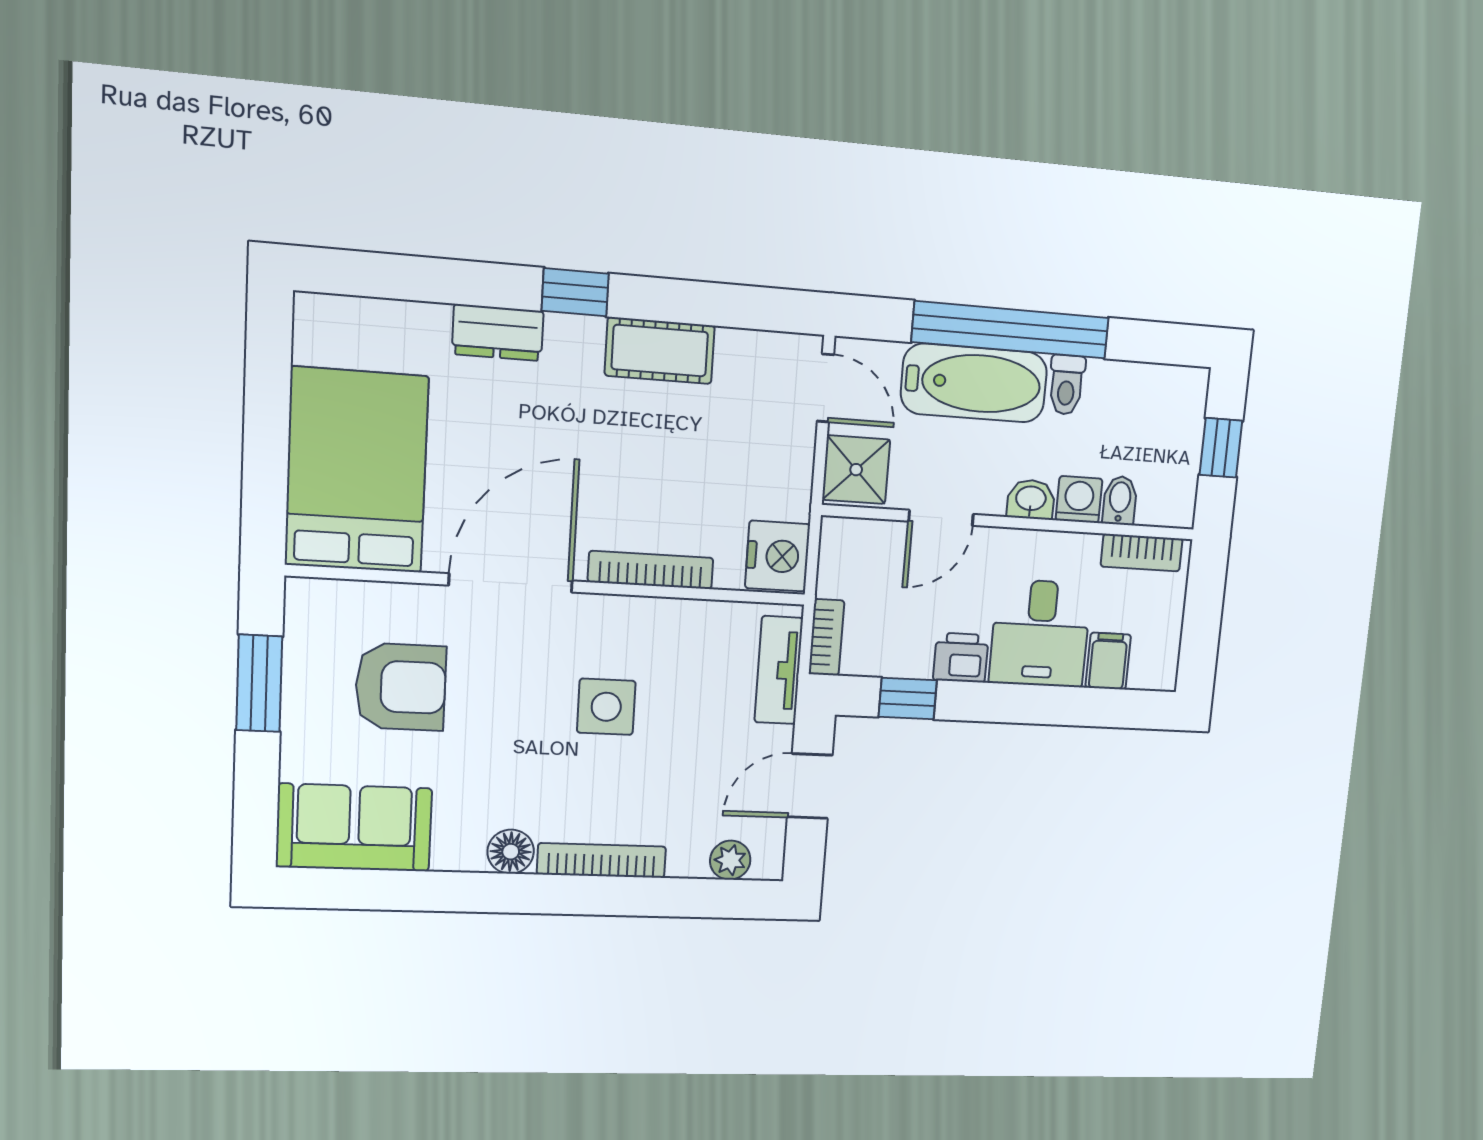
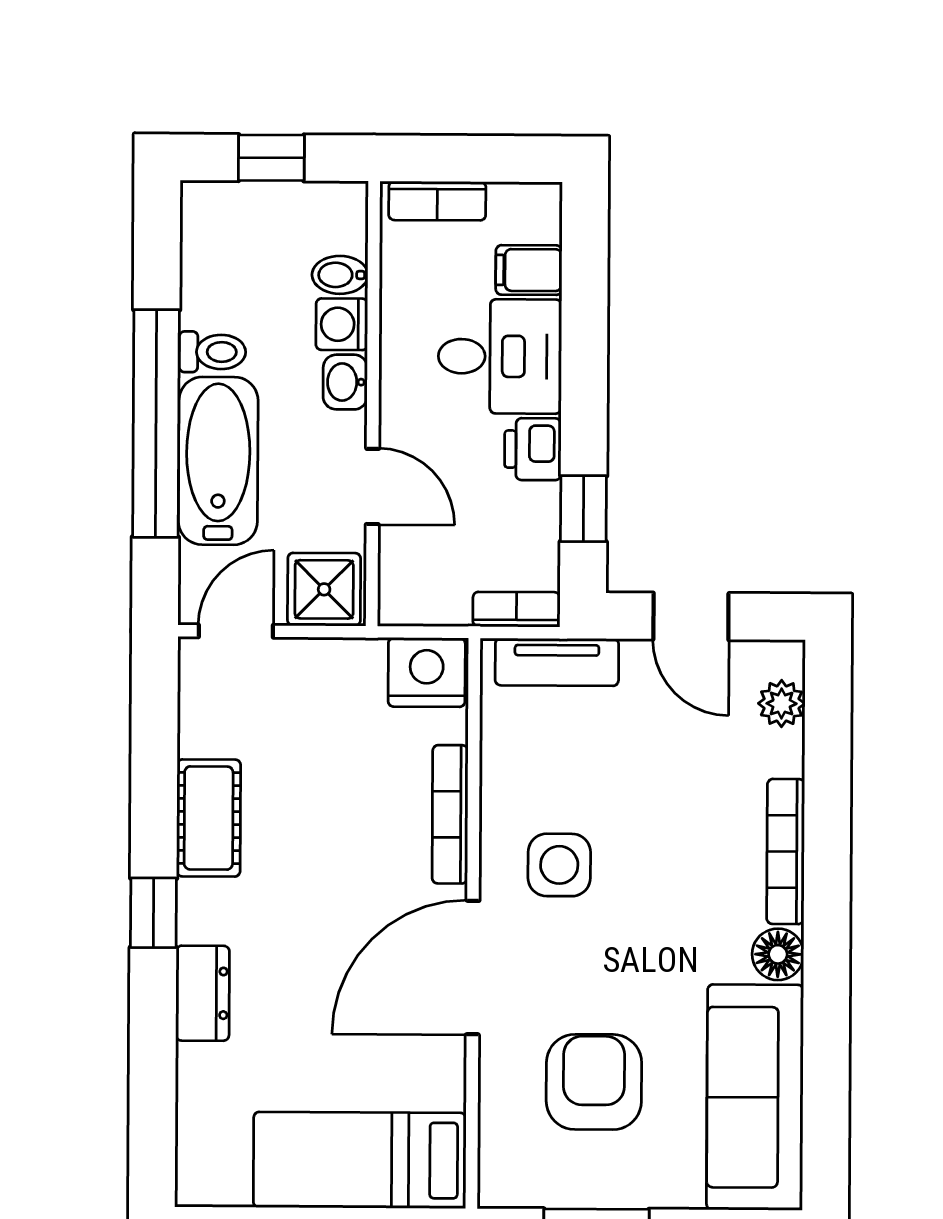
bed: (357, 471) -> (360, 1160), width x0.67
bookcase: (1142, 553) -> (437, 201), moved, turned 90
door: (511, 583) -> (473, 968), hinge flipped
side table: (606, 707) -> (559, 865), moved
sofa: (354, 828) -> (755, 1097), width x1.36

